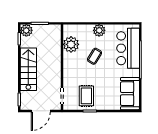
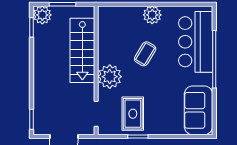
plant: (71, 44) -> (110, 77), moved
stairs: (28, 69) -> (82, 50), moved, turned 180

